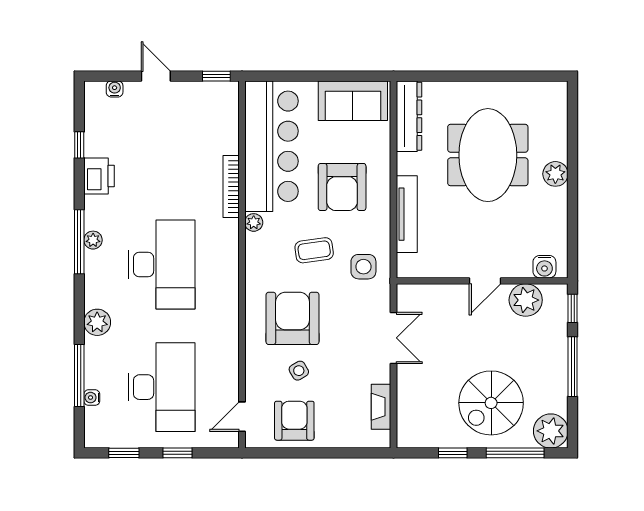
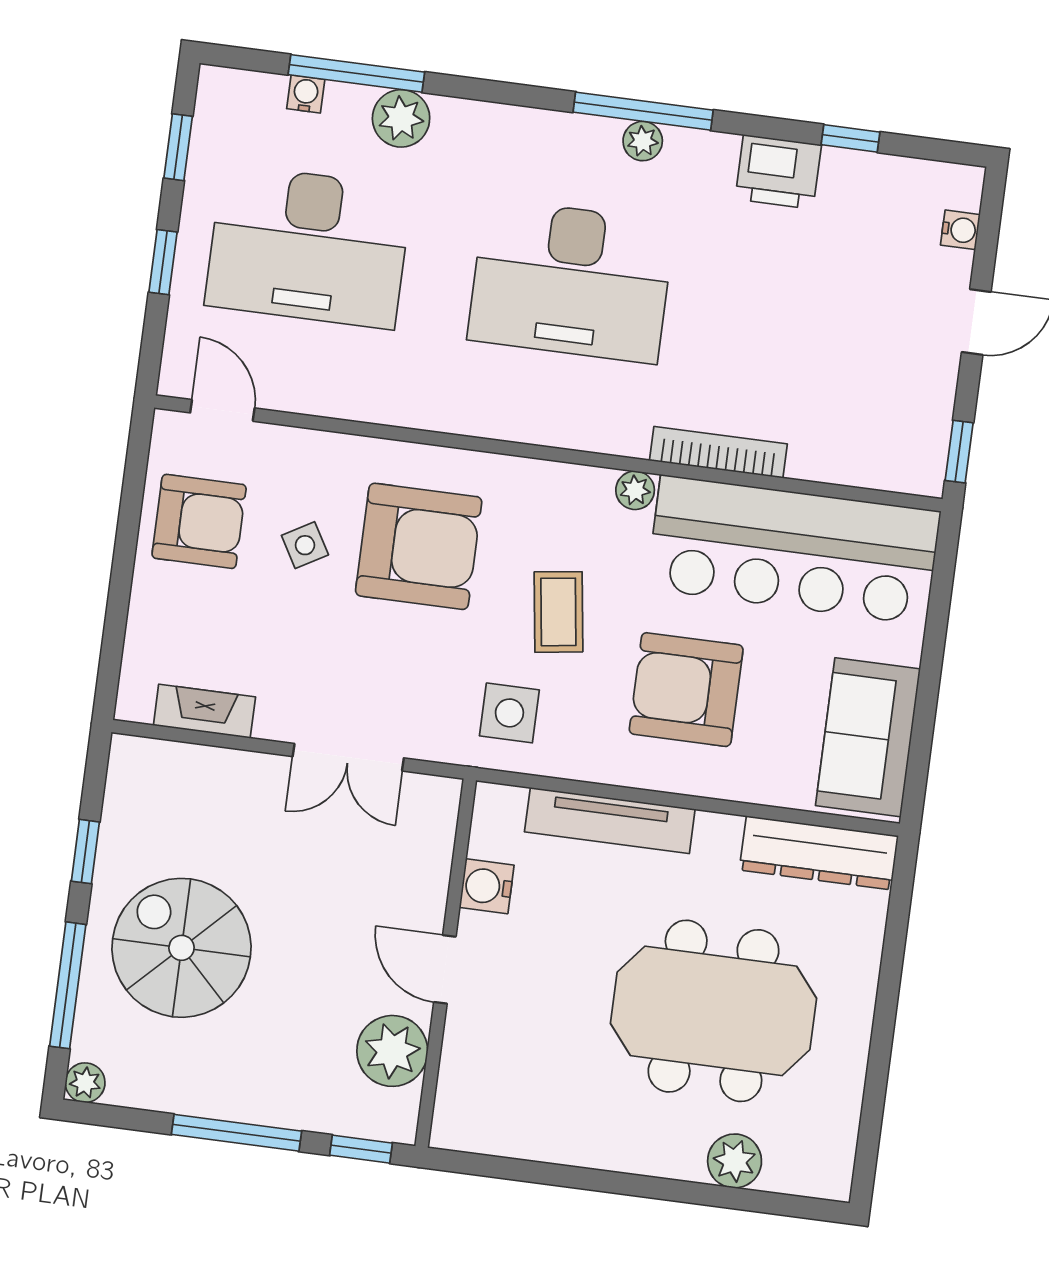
plant: (555, 174) -> (735, 1161), moved
water cooler: (544, 267) -> (487, 886), moved
plant: (97, 322) -> (401, 118), moved
plant: (551, 431) -> (85, 1083), width x0.53, depth x0.53

